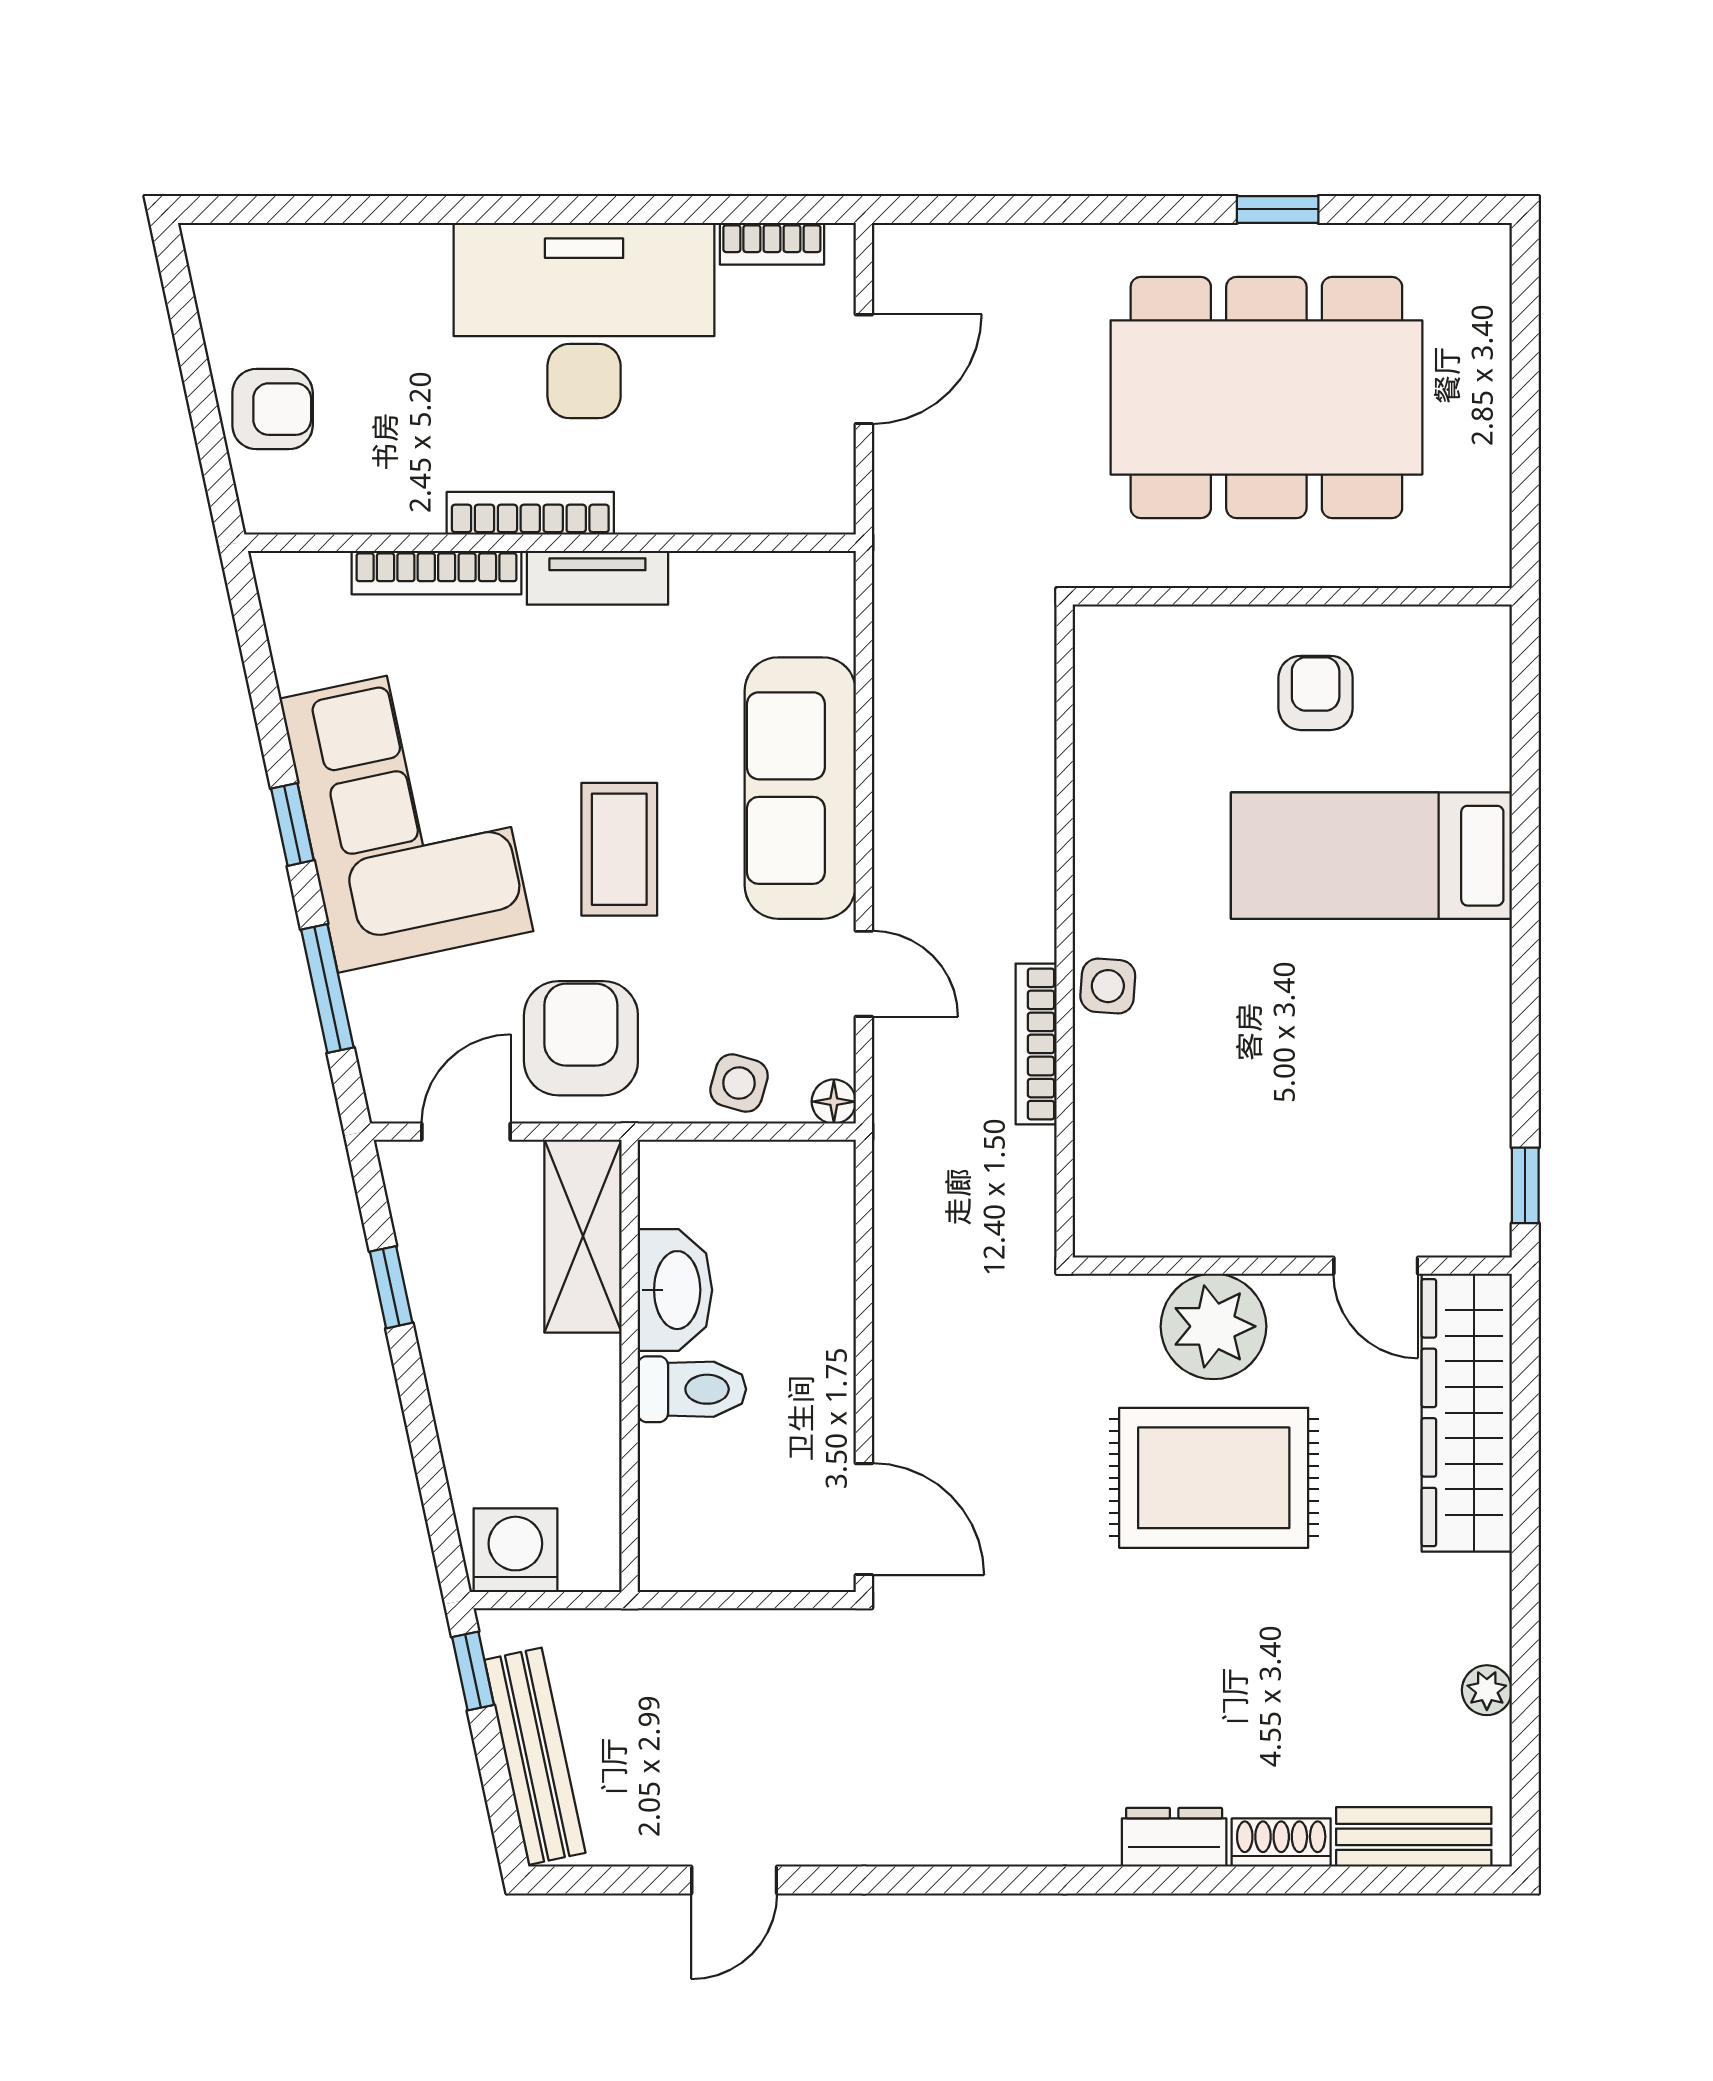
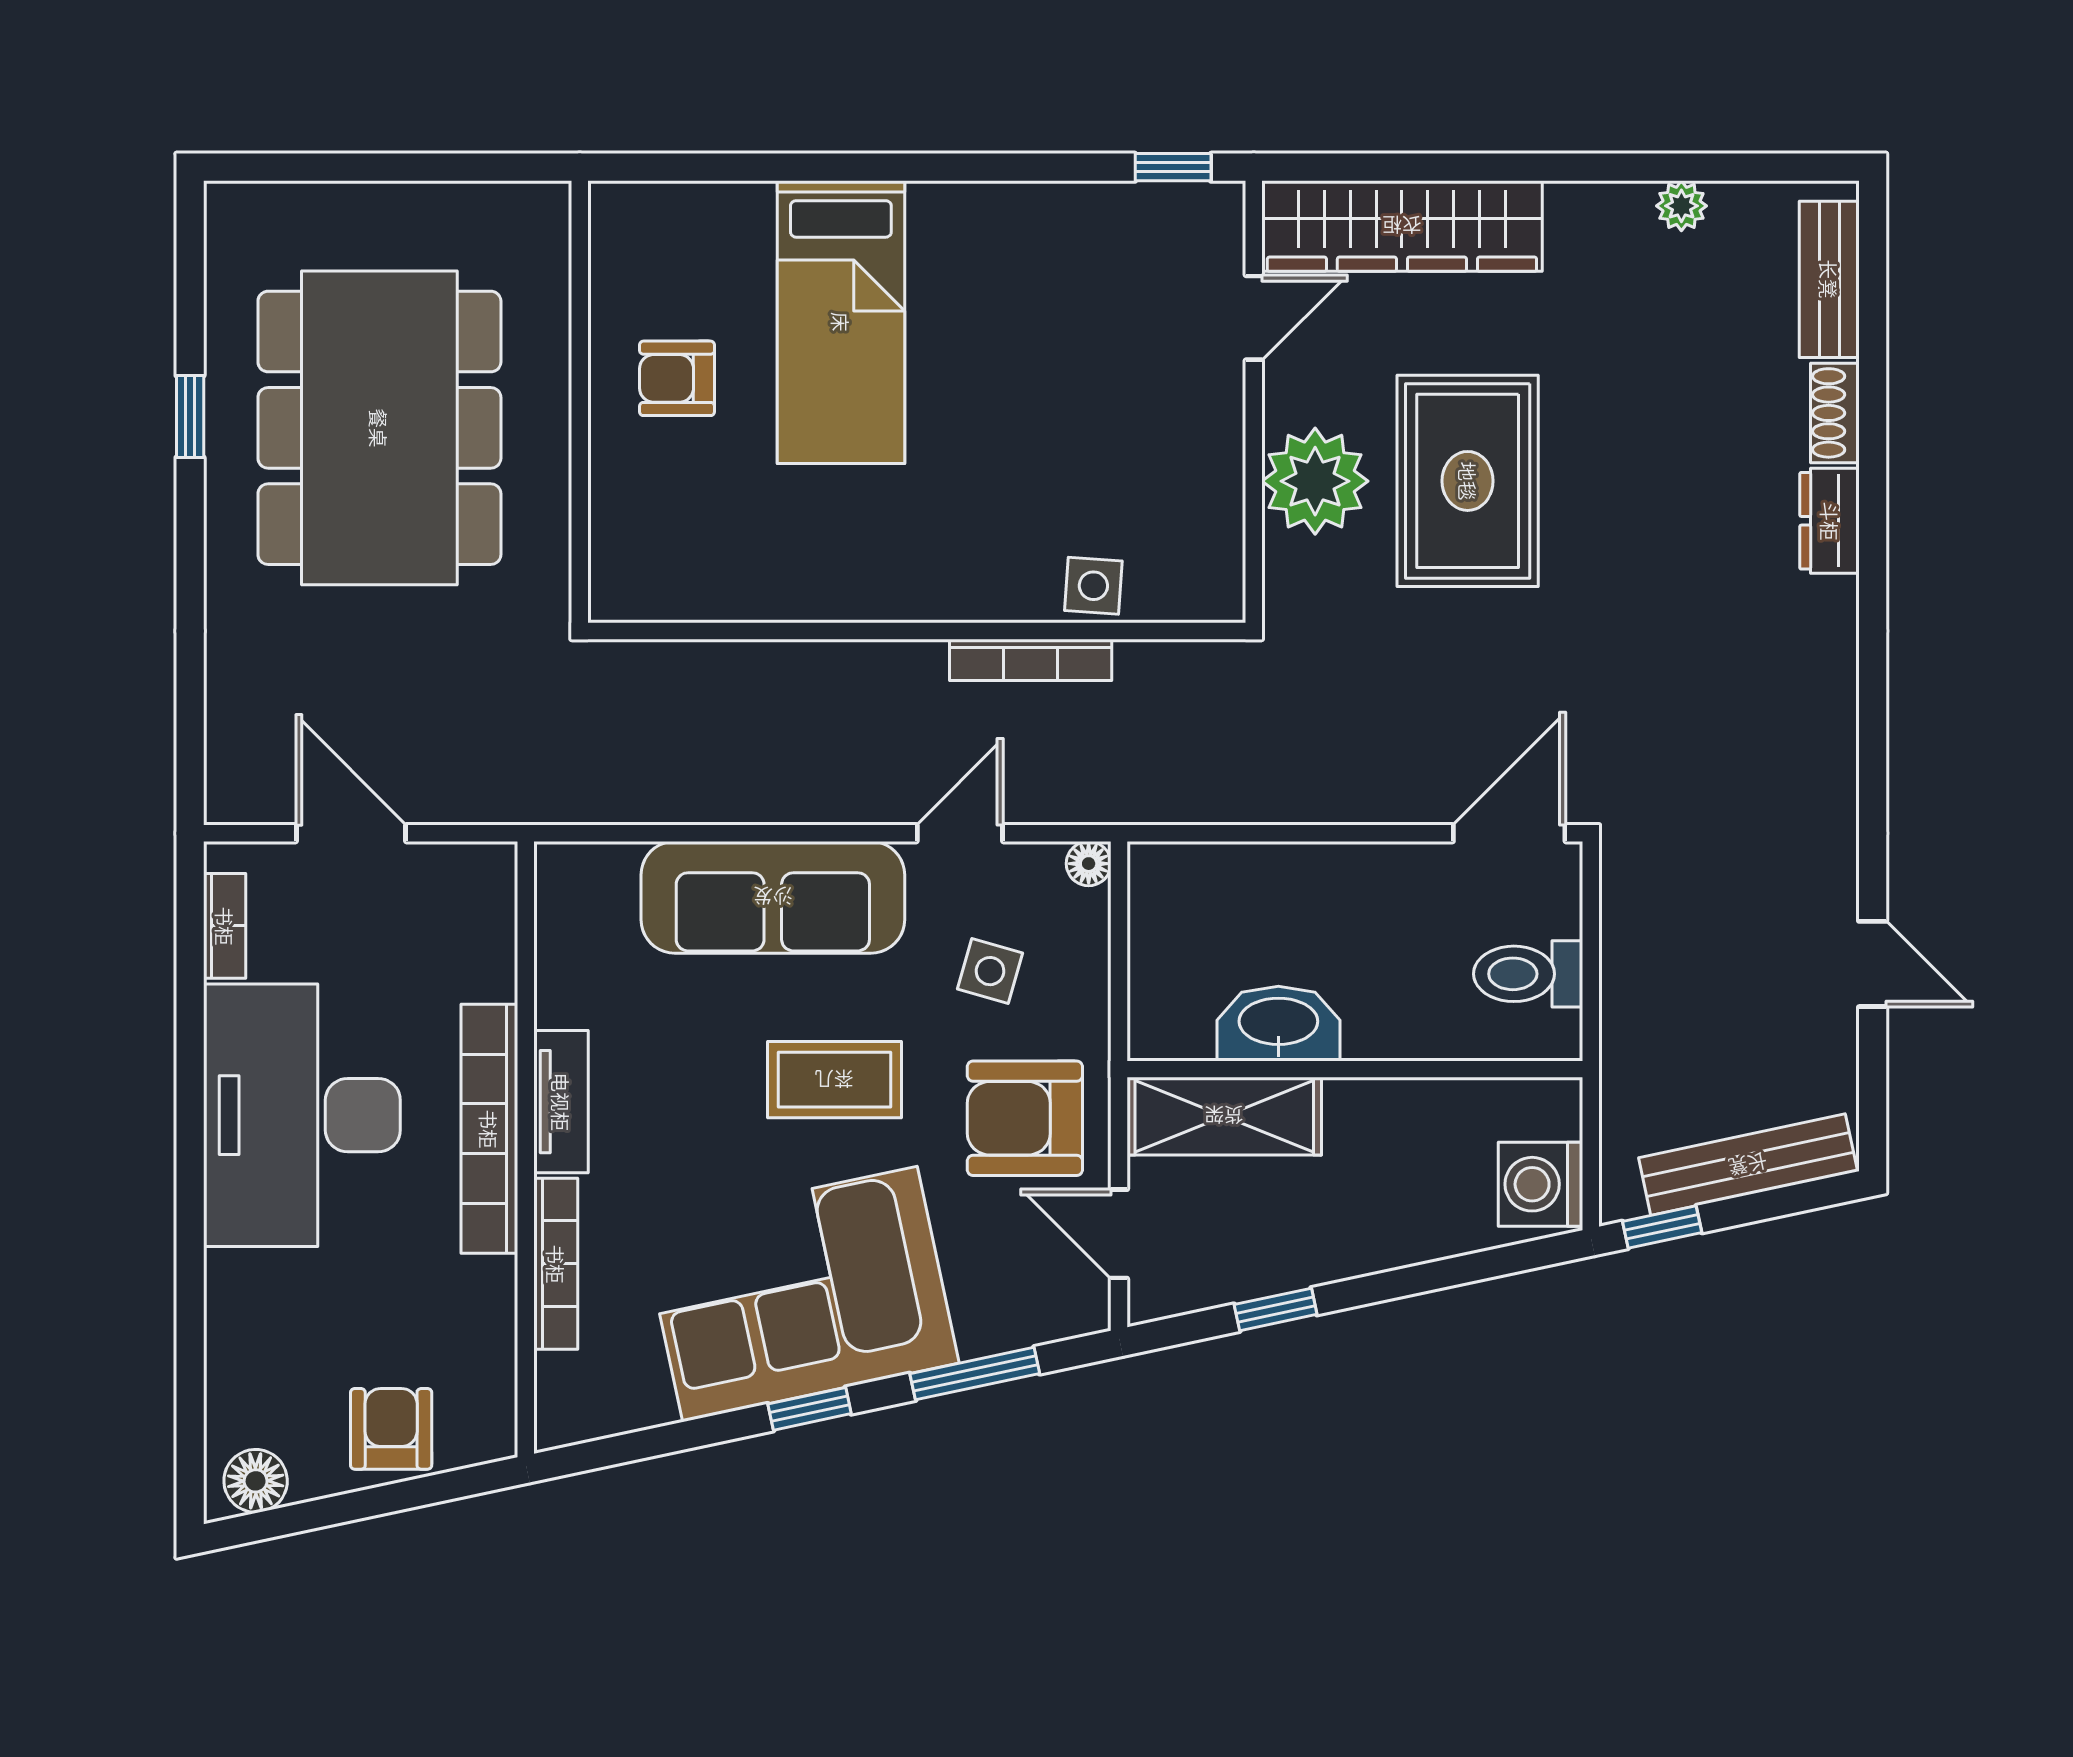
floor lamp: (221, 275) -> (256, 1481), added
bookcase: (530, 513) -> (489, 1129), width x1.48, depth x1.31
side table: (1108, 986) -> (1093, 586), moved
side table: (739, 1083) -> (990, 971), moved
toilet: (692, 1389) -> (1528, 974), moved, turned -90

